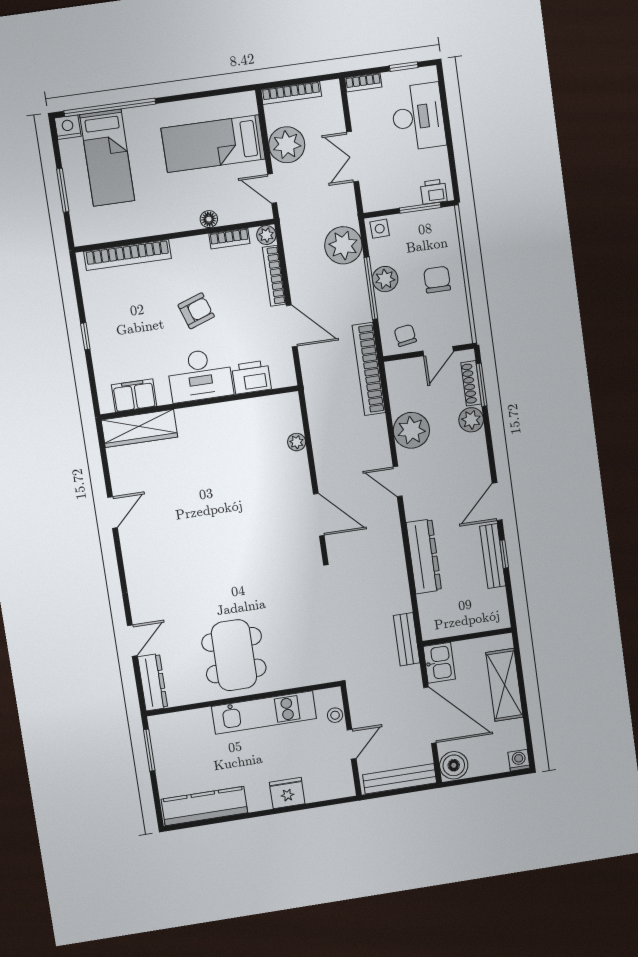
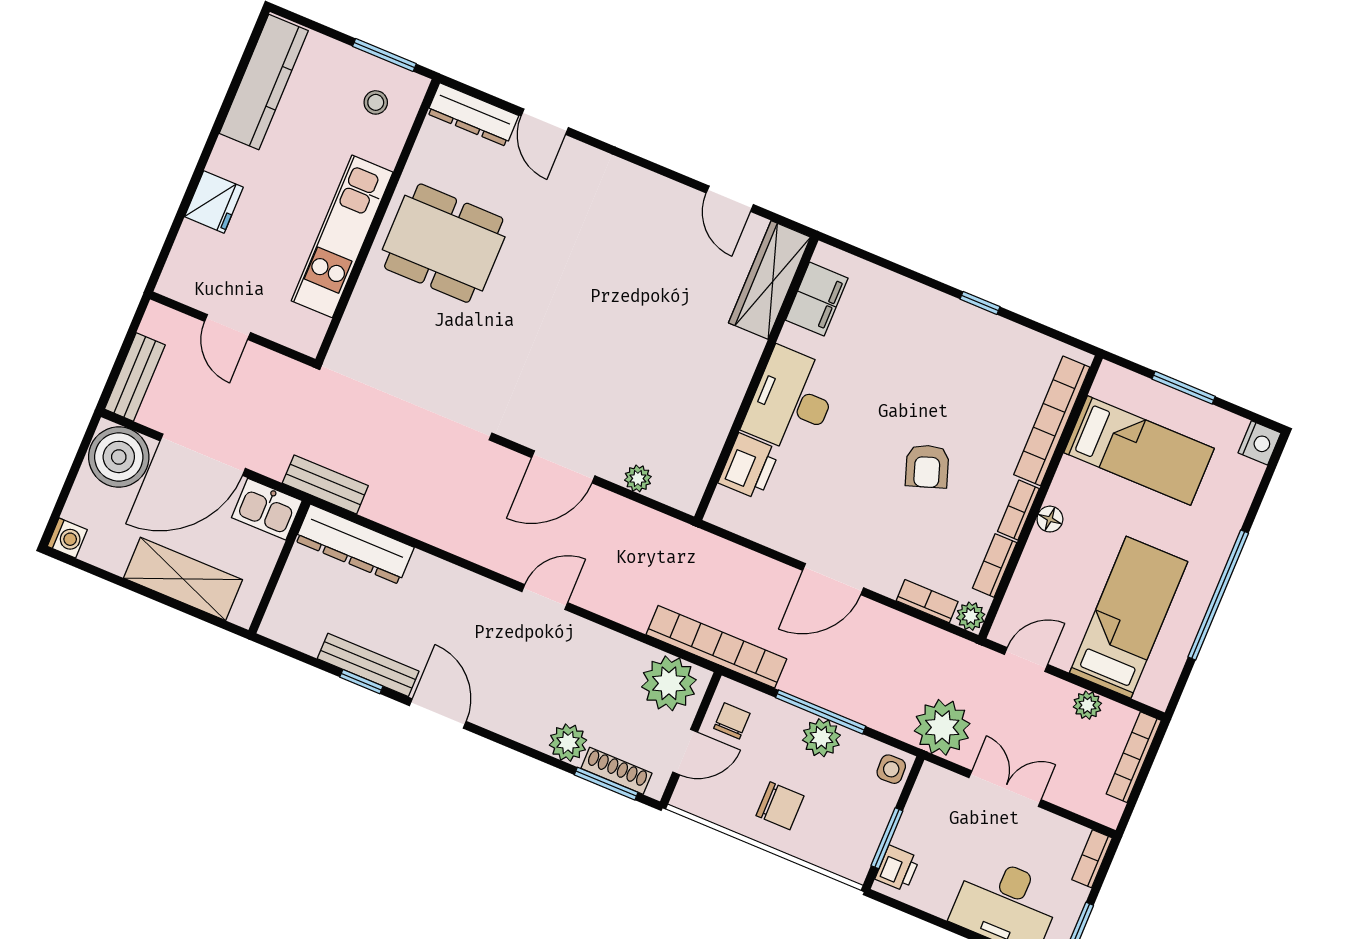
window: (110, 107) -> (1218, 595), moved
plant: (287, 145) -> (1087, 705), width x0.53, depth x0.53
bed: (107, 158) -> (1139, 450), moved, turned 180
floor lamp: (209, 219) -> (1050, 519), moved
bookcase: (190, 244) -> (1018, 510), added
plant: (343, 245) -> (942, 727), moved
bookcase: (274, 276) -> (927, 601), width x0.64
chair: (405, 335) -> (732, 721), turned -81
door: (438, 351) -> (685, 752), swing flipped
desk: (200, 375) -> (792, 401), moved
printer: (252, 377) -> (749, 466), moved
filing cabinet: (134, 395) -> (817, 299), moved
wall: (200, 403) -> (756, 379), moved
wardrobe: (139, 428) -> (770, 280), moved
plant: (411, 430) -> (669, 683), moved
plant: (297, 442) -> (638, 478), moved
dresser: (424, 556) -> (354, 544), moved
stool: (335, 715) -> (376, 102), moved
boiler: (454, 765) -> (119, 457), width x1.37, depth x1.37
bench: (400, 779) -> (135, 377), width x0.73

